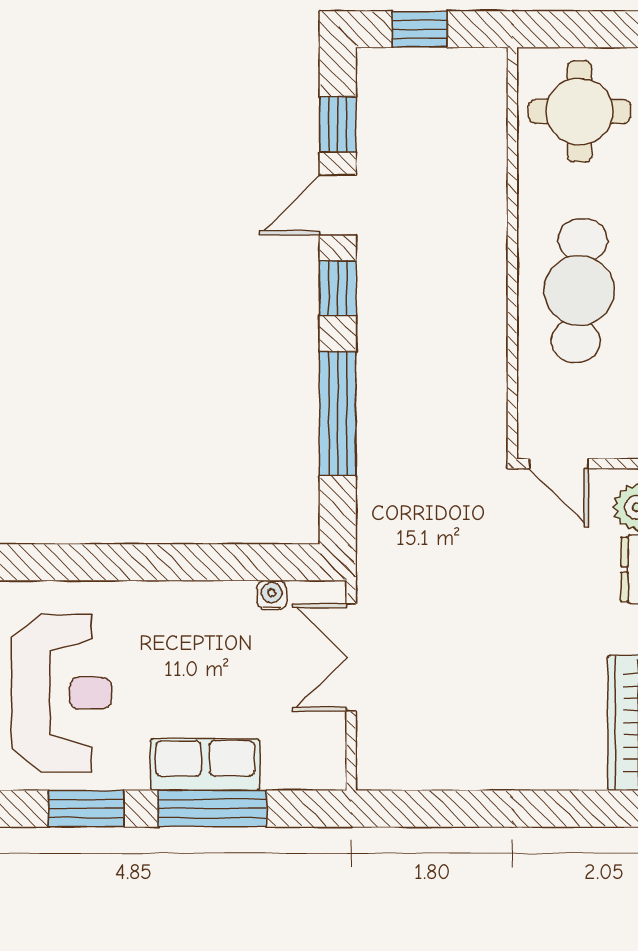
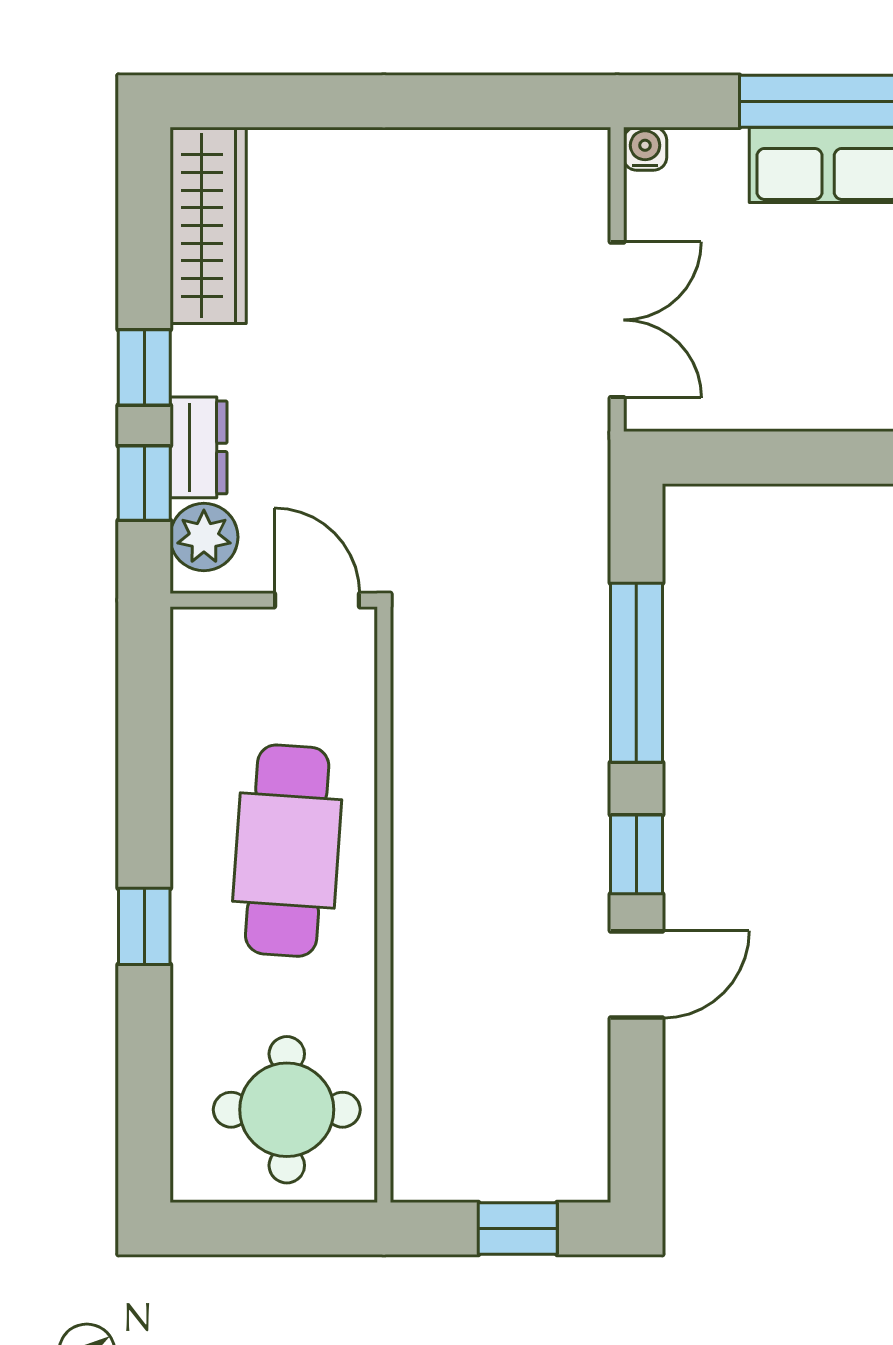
window: (338, 124) -> (636, 1091), removed
water cooler: (272, 595) -> (645, 149), moved, turned 180

